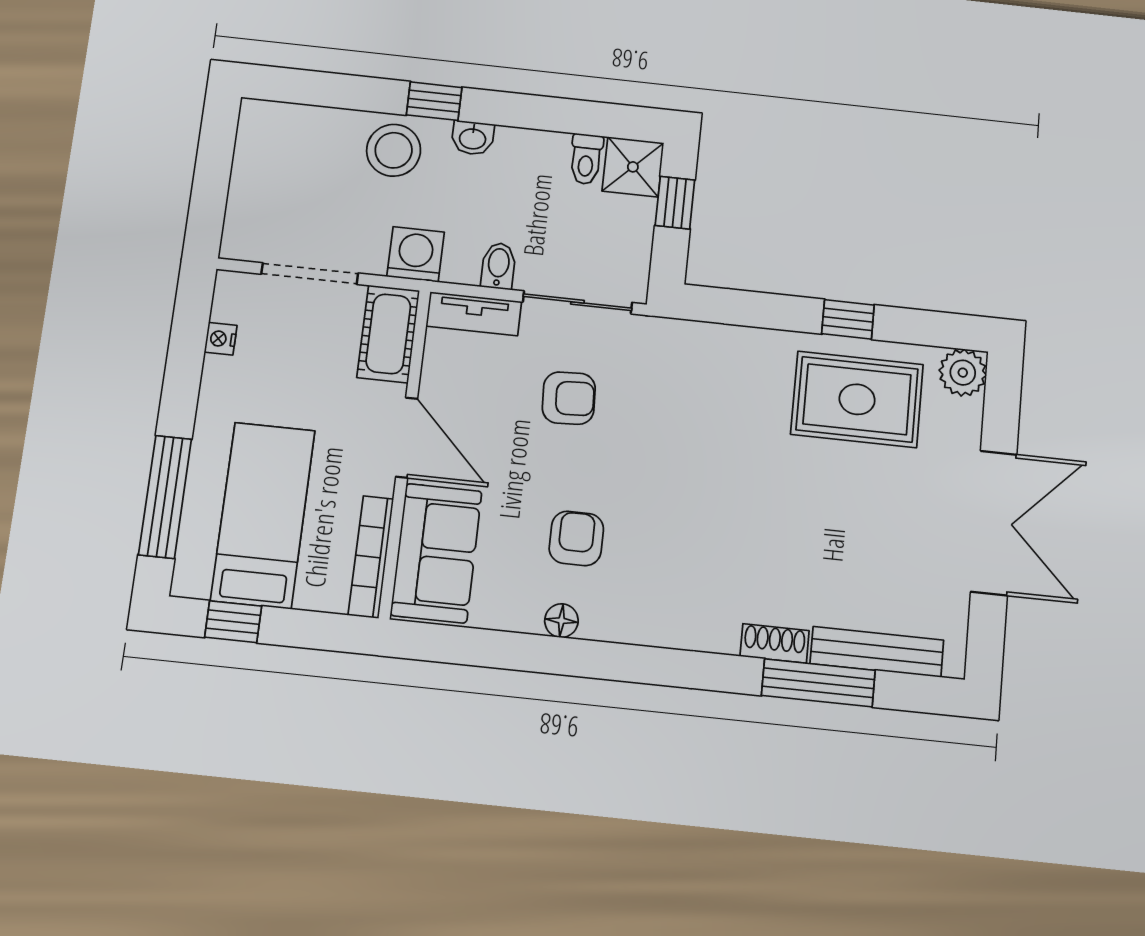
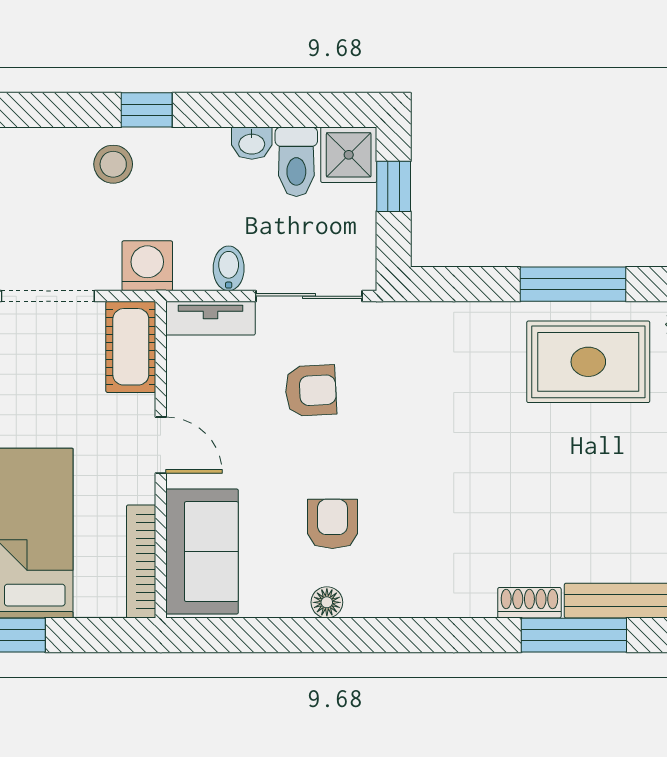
washbasin: (473, 138) -> (252, 143), moved
stool: (394, 150) -> (113, 164), width x0.73, depth x0.73
toilet: (586, 159) -> (296, 162), width x1.37, depth x1.39
window: (848, 319) -> (573, 284), width x2.17
door: (407, 438) -> (161, 445), width x0.73

